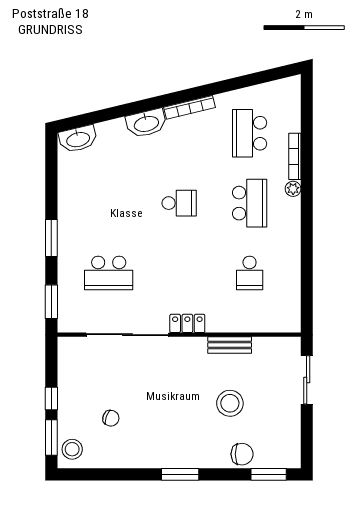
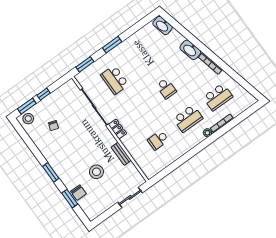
school desk: (250, 133) -> (218, 97), turned 180
window: (269, 474) -> (70, 199), moved

